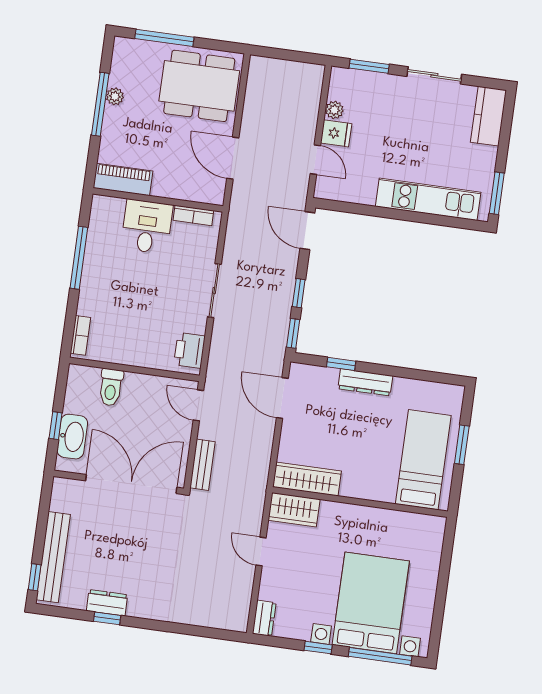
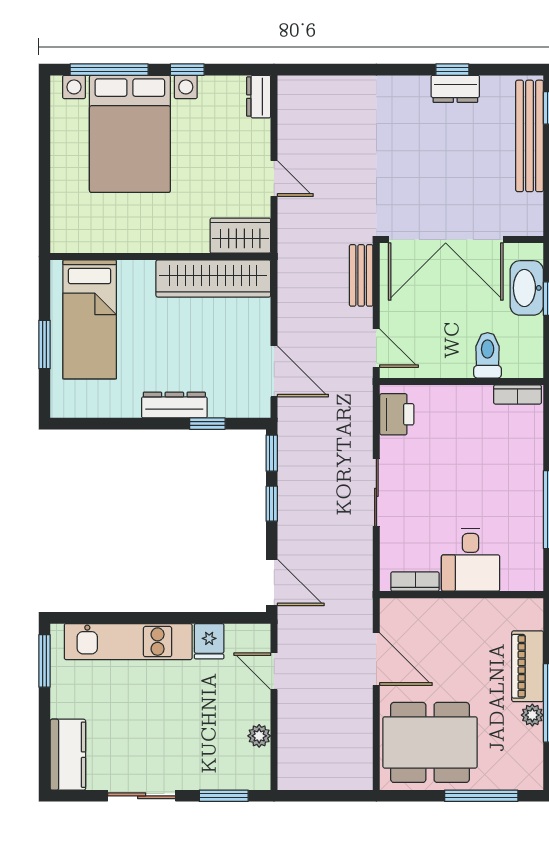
fridge: (336, 133) -> (209, 641), moved, turned -90
piano: (123, 179) -> (528, 666), moved, turned 90
bookcase: (80, 335) -> (517, 395), moved, turned -90
wardrobe: (307, 479) -> (213, 279), width x1.40, depth x1.17

